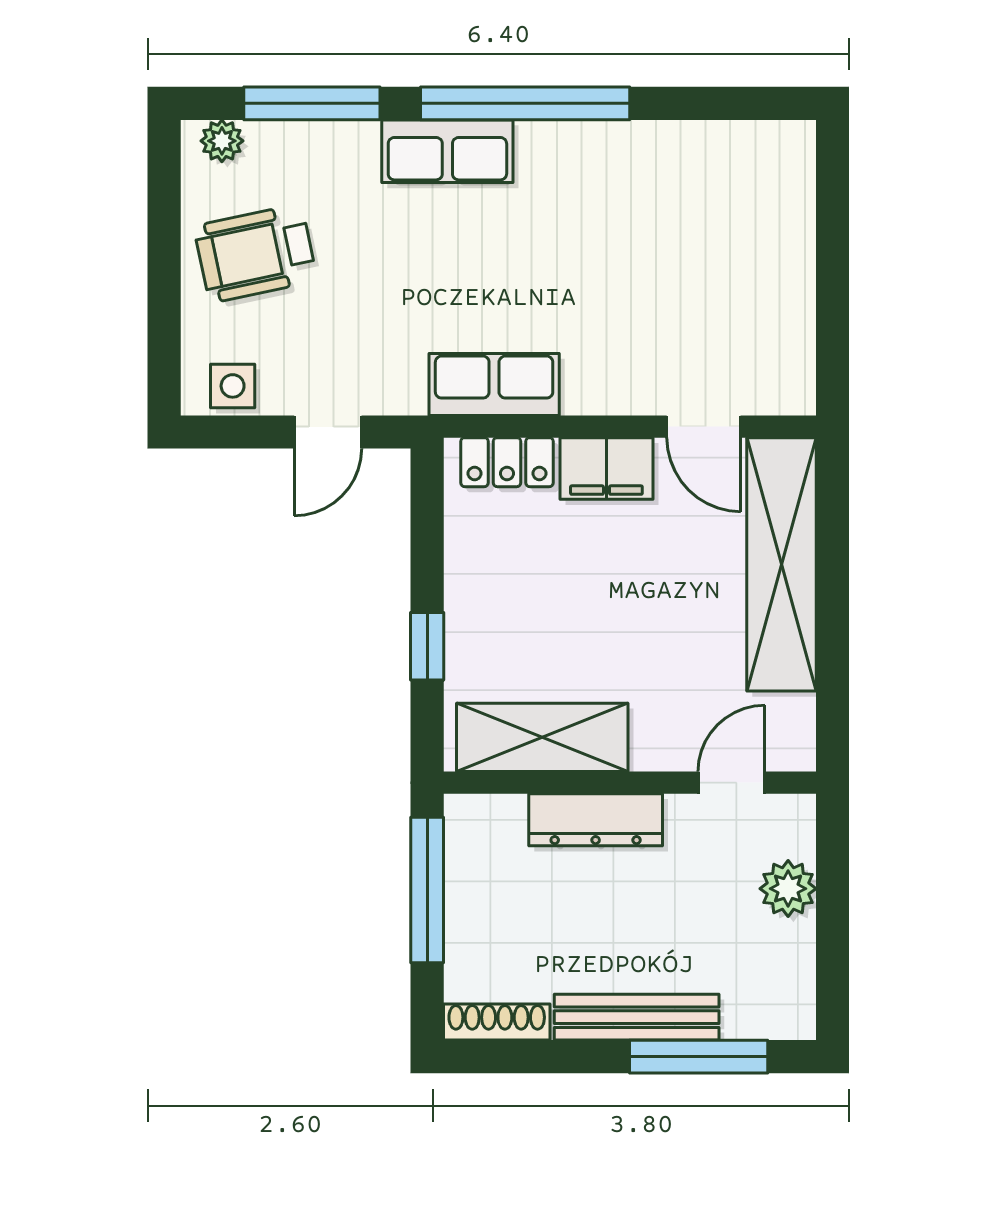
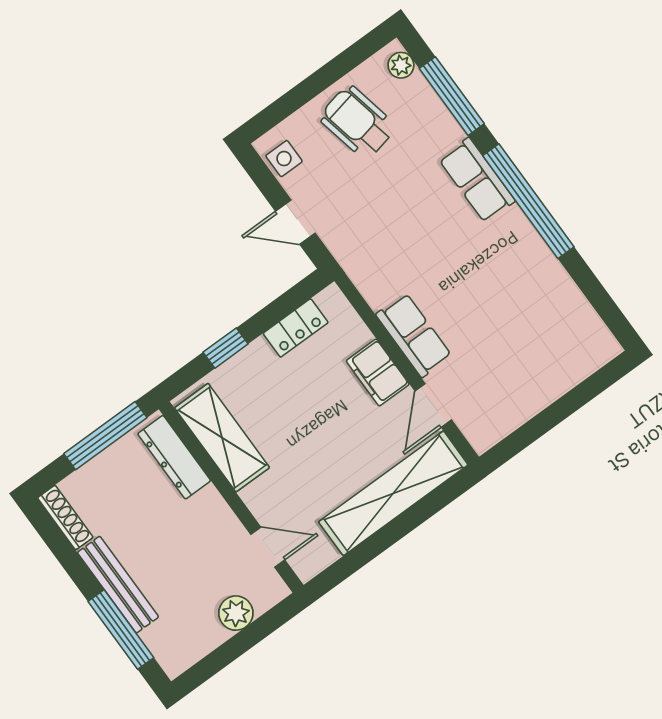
row of seats: (494, 385) -> (414, 335), moved
locker: (507, 462) -> (296, 328), moved, turned -90
dresser: (596, 820) -> (174, 457), moved

